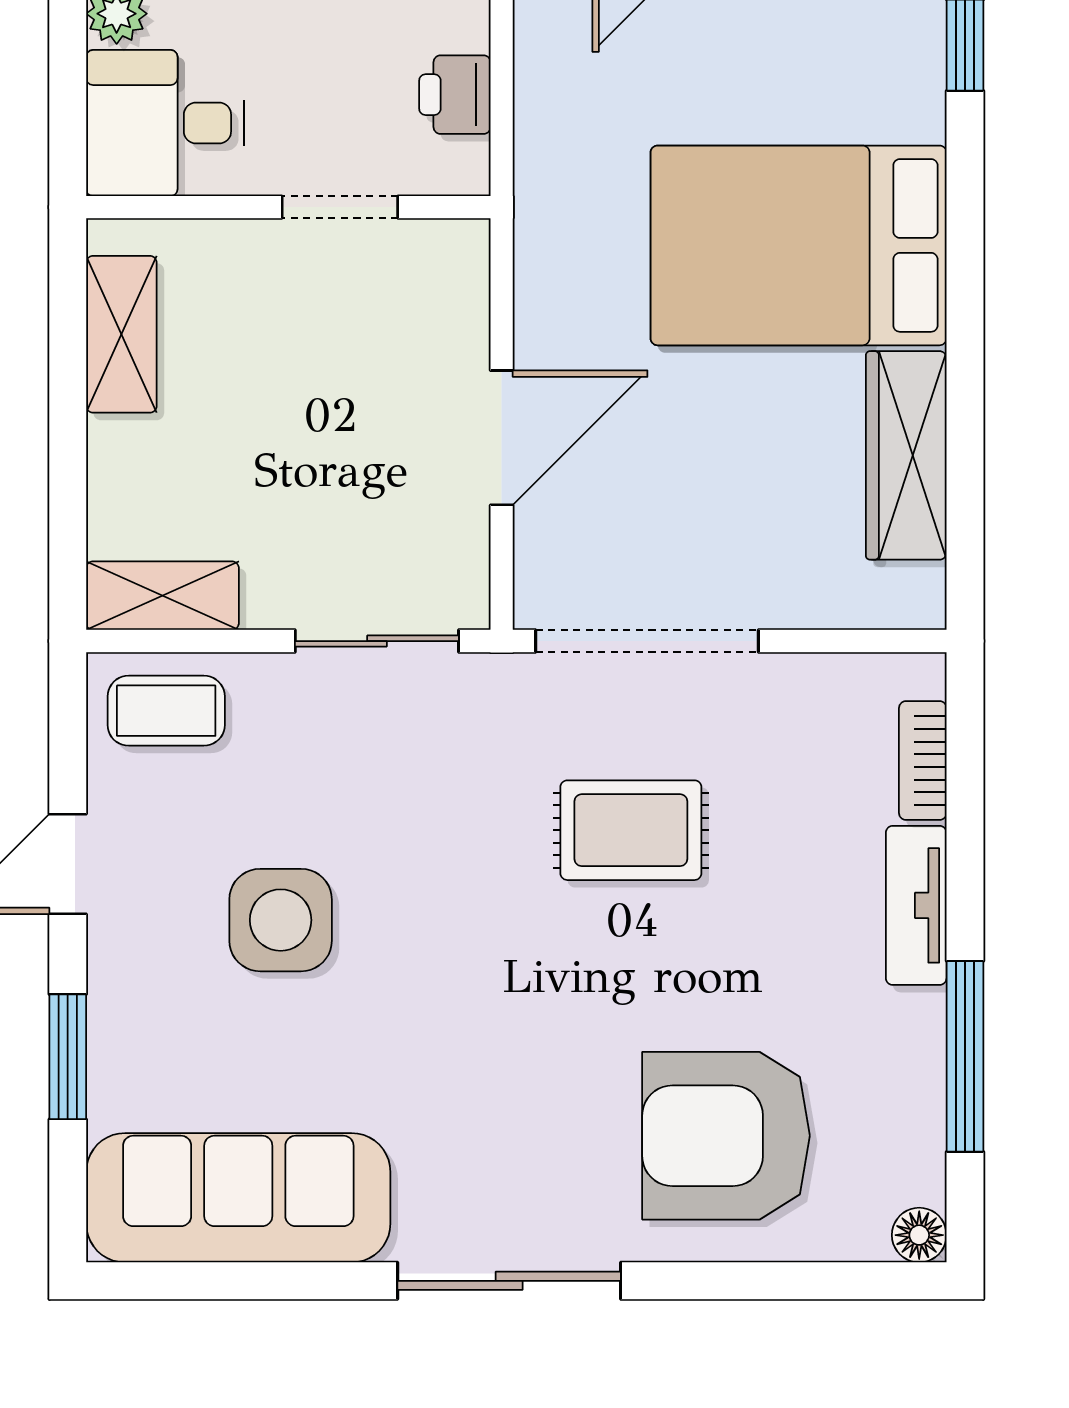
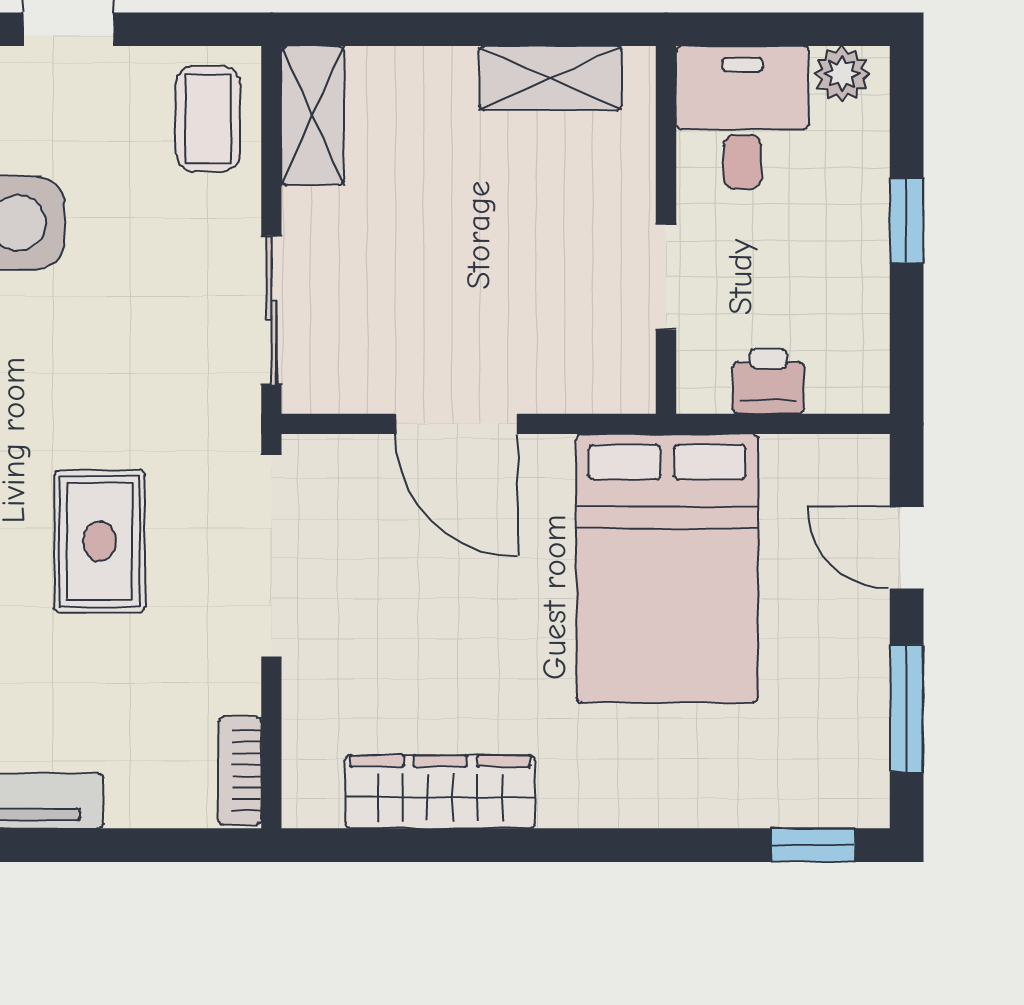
bed: (799, 245) -> (667, 568), moved, turned 180
bookcase: (923, 761) -> (240, 771), moved, turned -90

